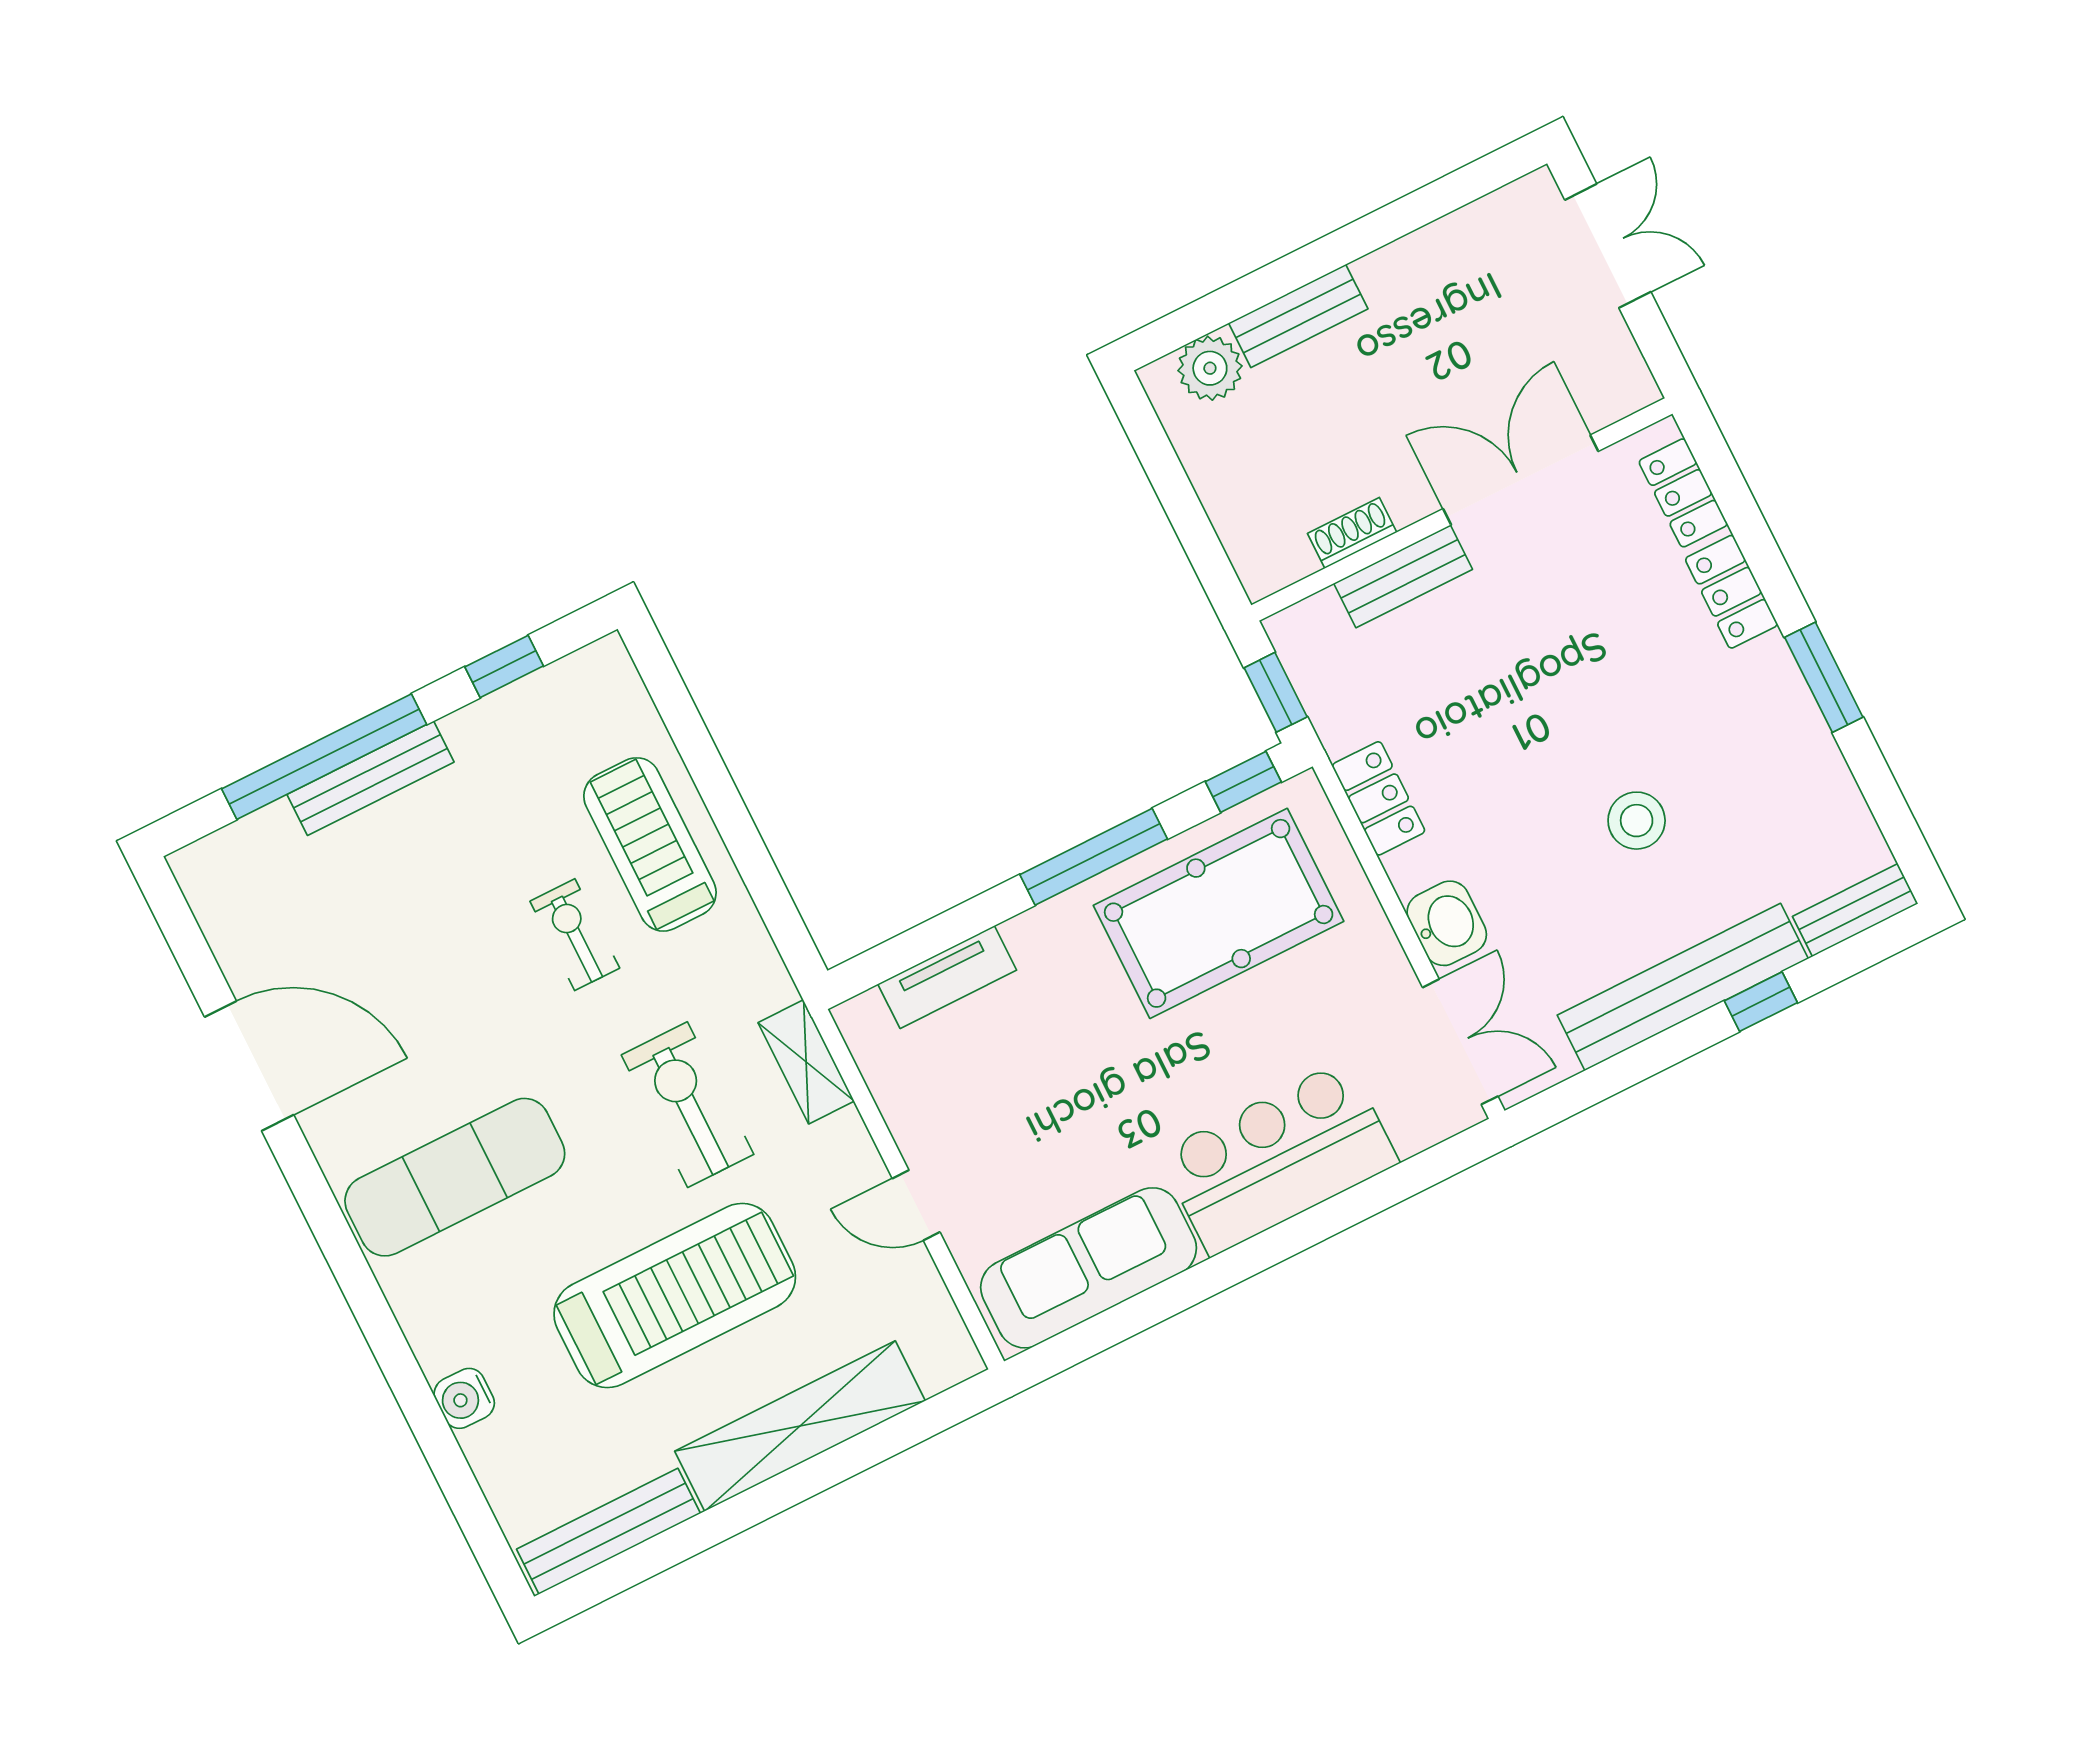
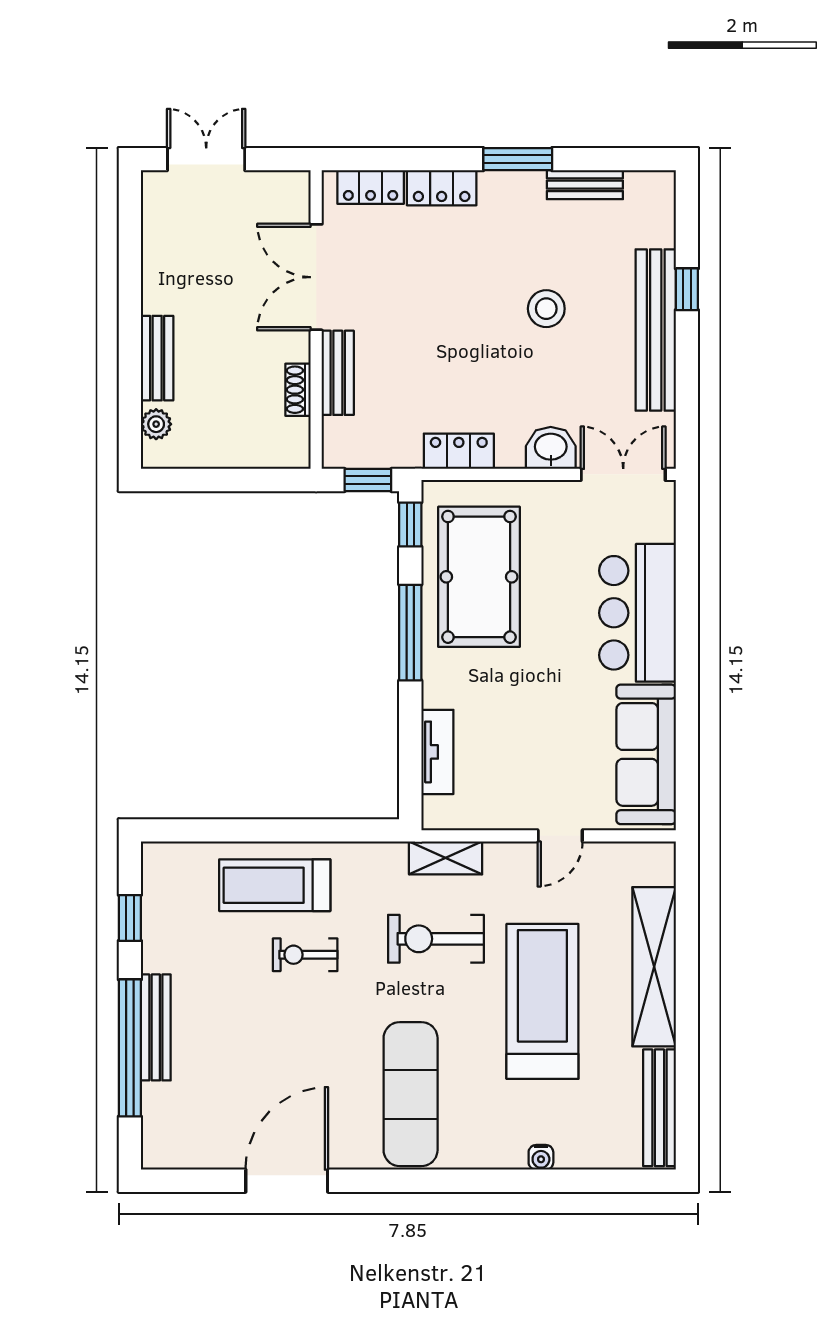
plant: (1210, 368) -> (156, 424), width x0.73, depth x0.73
bench: (1855, 910) -> (585, 185), moved, turned 90
water cooler: (464, 1398) -> (541, 1157), width x0.72, depth x0.72

